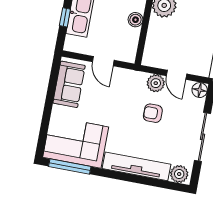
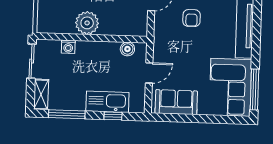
boiler: (135, 20) -> (127, 49), moved
plant: (156, 83) -> (162, 20), removed

